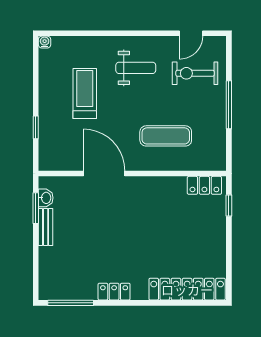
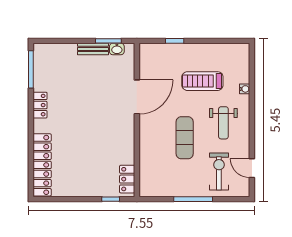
water cooler: (45, 42) -> (245, 89), moved
treadmill: (85, 93) -> (202, 81), turned 180
exercise mat: (166, 136) -> (185, 138), moved

